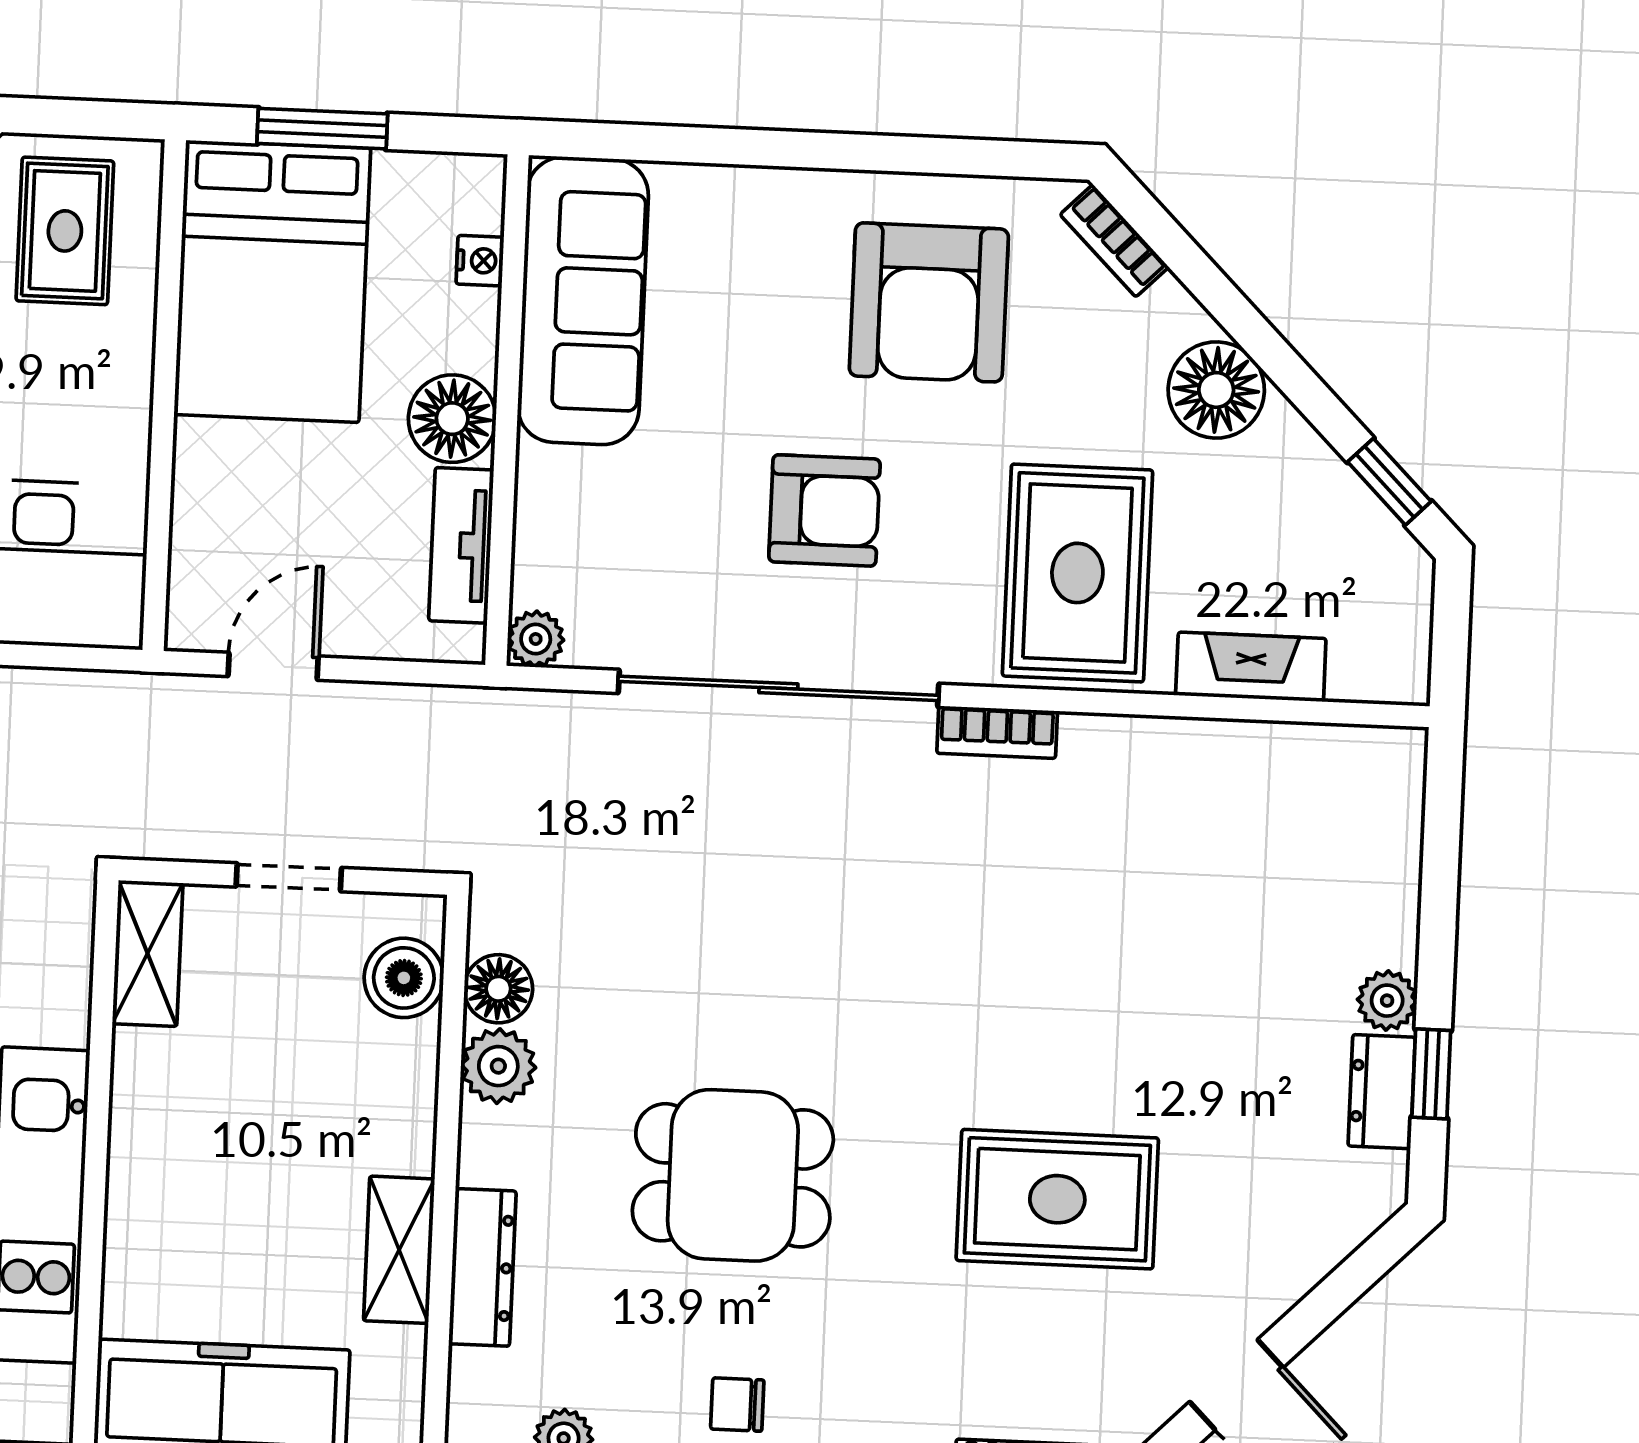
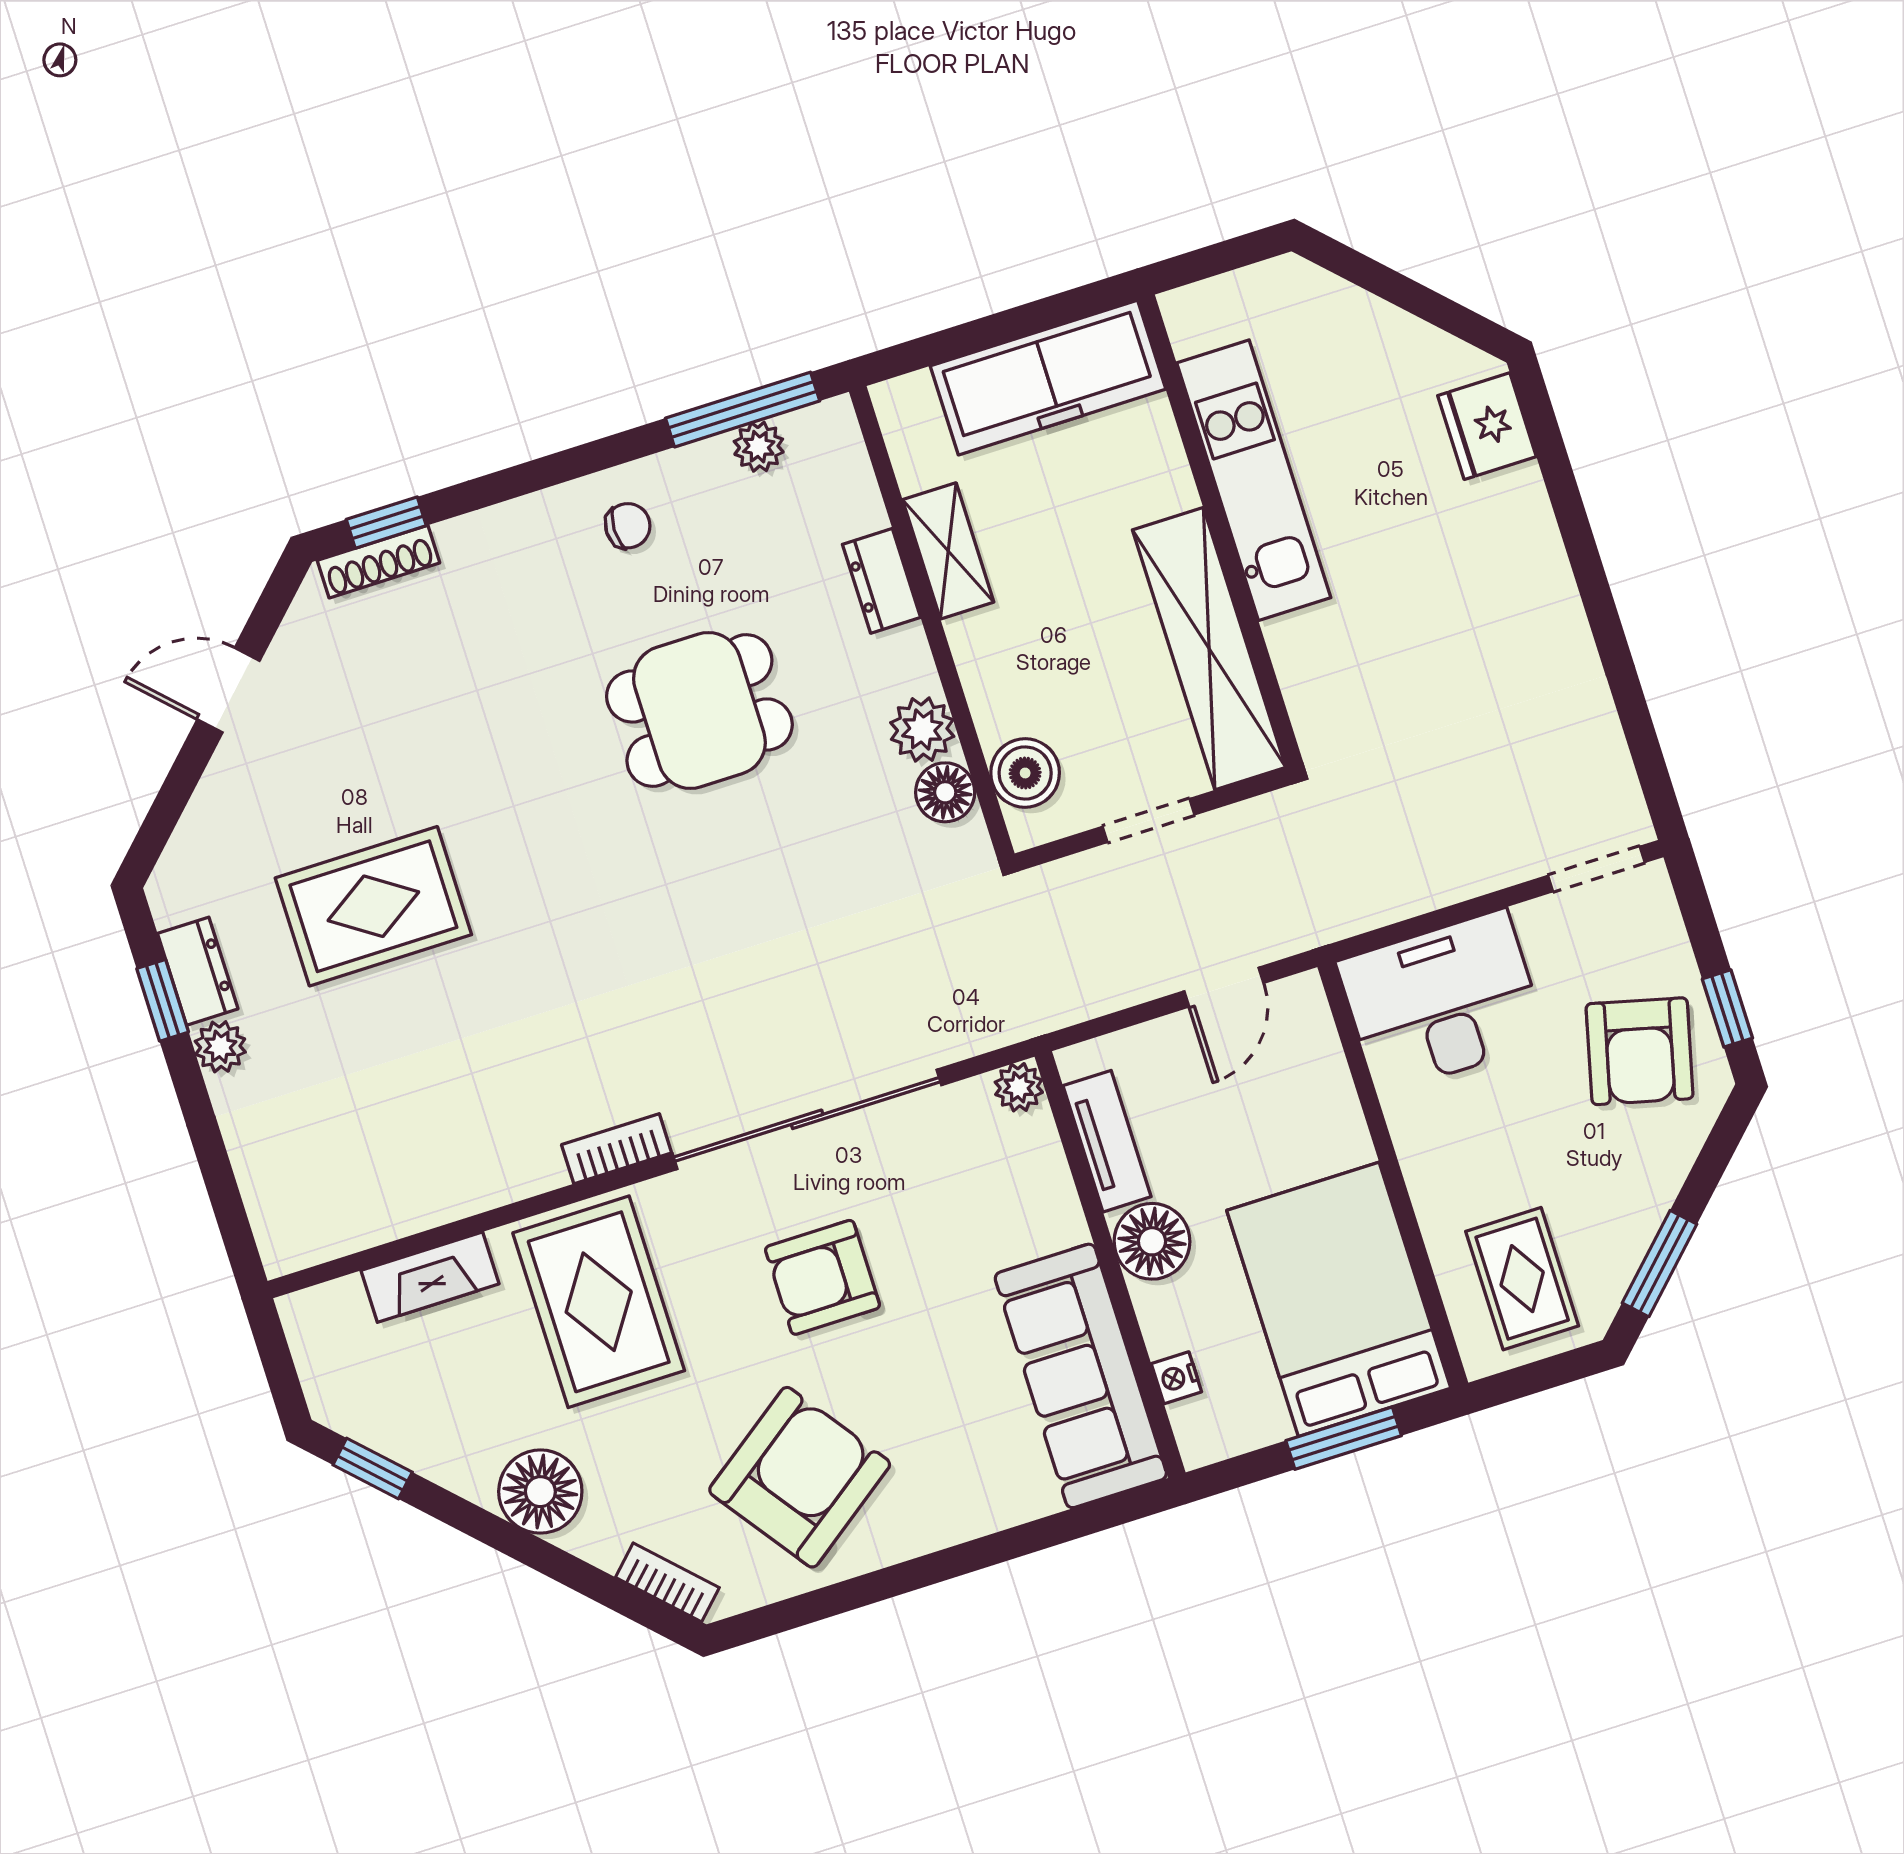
armchair: (929, 302) -> (800, 1477), turned 54
shelving: (148, 953) -> (1209, 649), width x2.20, depth x1.33
rug: (1057, 1199) -> (373, 906), moved
dresser: (482, 1267) -> (882, 581), width x0.70

